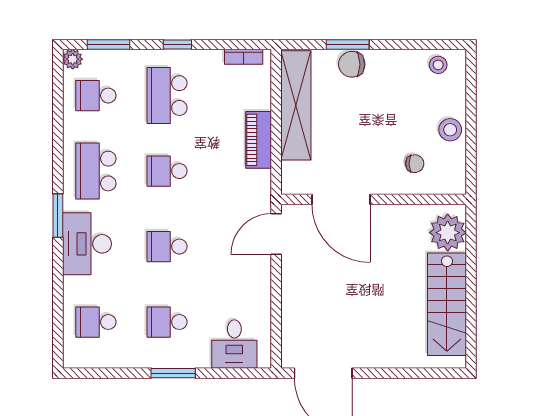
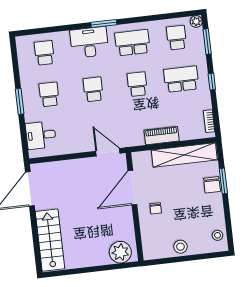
chair: (352, 64) -> (212, 185), turned 180
chair: (415, 164) -> (156, 208), moved
stairs: (447, 304) -> (50, 240), moved, turned 90

